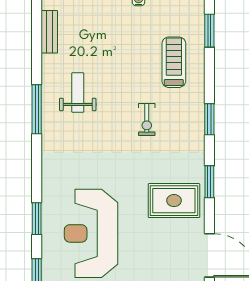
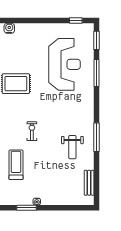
treadmill: (174, 62) -> (16, 165), turned 180
window: (37, 219) -> (97, 73), width x1.44

